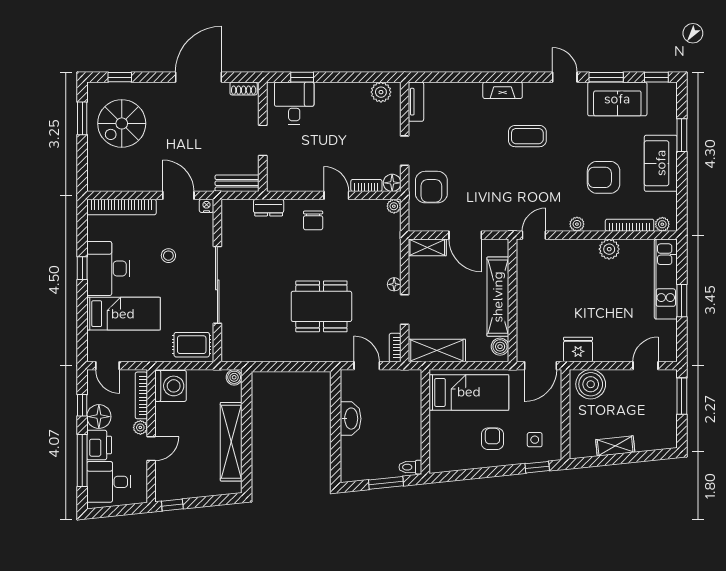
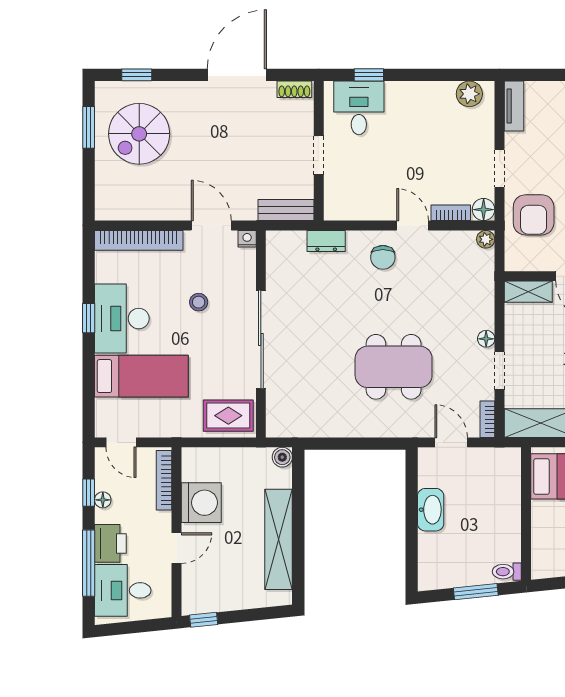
washing machine: (171, 386) -> (201, 503), moved
floor lamp: (99, 417) -> (103, 500), width x0.53, depth x0.53
plant: (140, 427) -> (163, 521), removed

